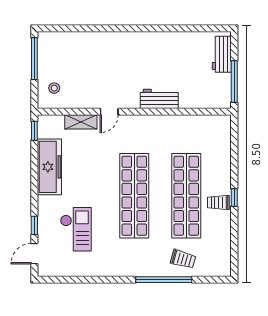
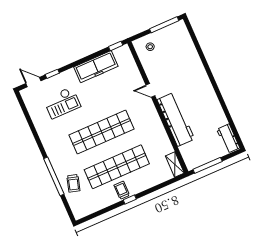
workbench: (222, 54) -> (228, 139), moved, turned -90
workbench: (159, 99) -> (176, 119), width x1.88, depth x1.32
shelving: (81, 122) -> (175, 165), moved

